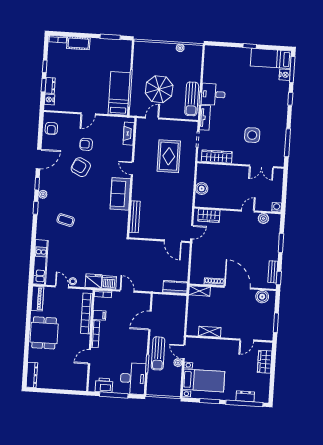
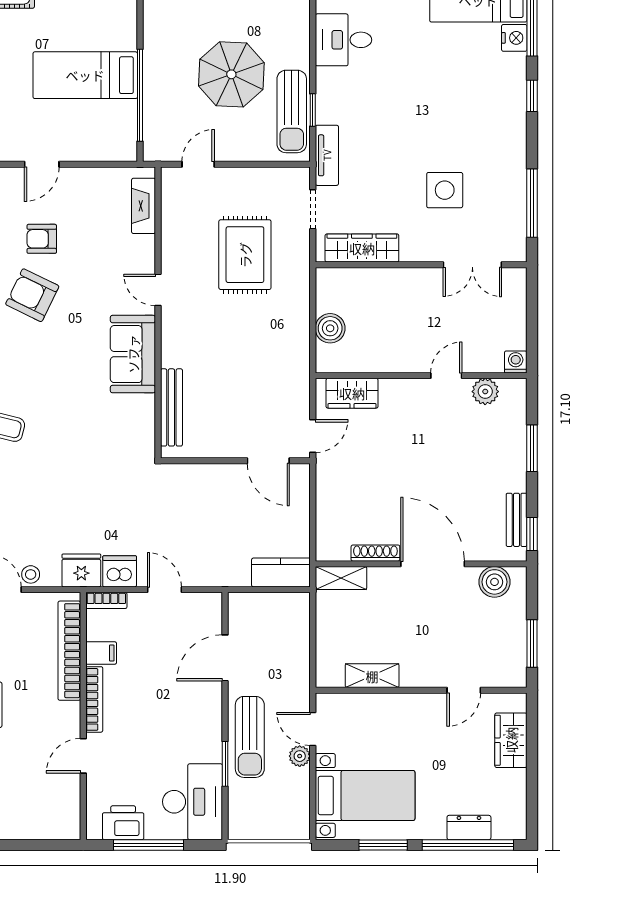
parasol: (159, 89) -> (231, 74), moved
bed: (119, 93) -> (85, 75), moved, turned -90
desk: (213, 94) -> (343, 40), moved

